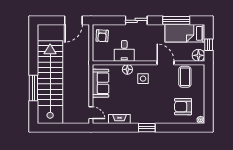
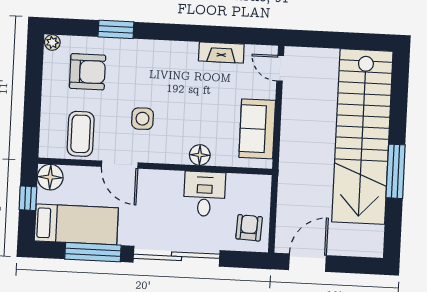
sliding door: (136, 20) -> (177, 256), width x1.86
side table: (143, 79) -> (142, 119), moved
window: (33, 88) -> (396, 171), moved
window: (147, 128) -> (116, 29), moved

